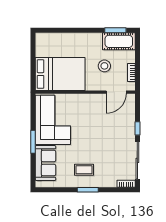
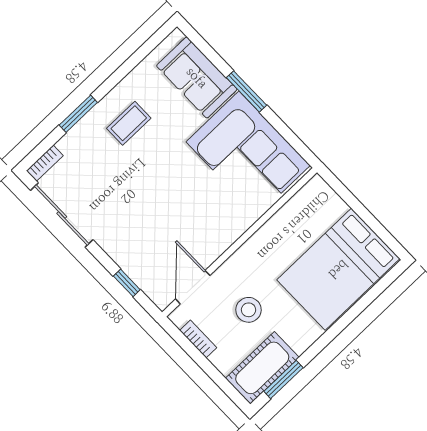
bed: (60, 74) -> (338, 269), moved
window: (137, 128) -> (127, 283), moved
window: (88, 190) -> (78, 114), moved

